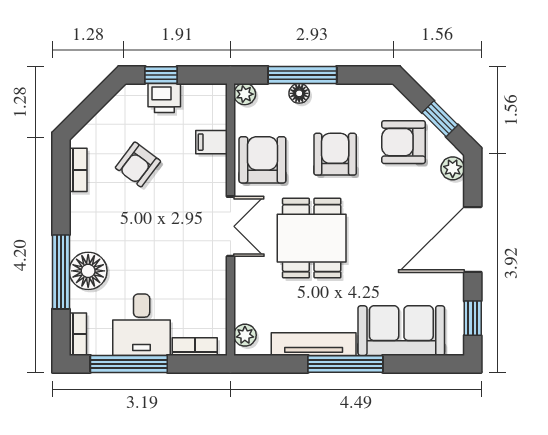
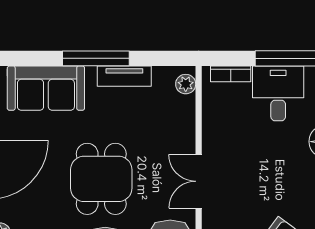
dining table: (312, 238) -> (101, 179), moved
tv unit: (314, 344) -> (124, 76), width x0.71

